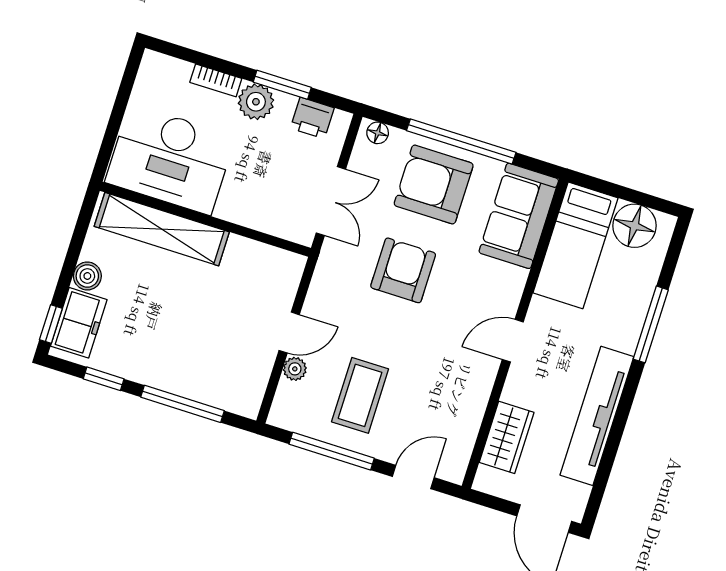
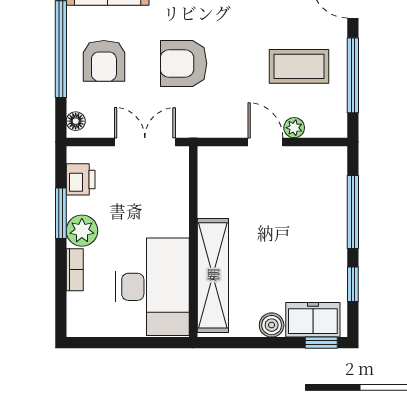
armchair: (434, 184) -> (104, 61), width x0.73, depth x0.73

